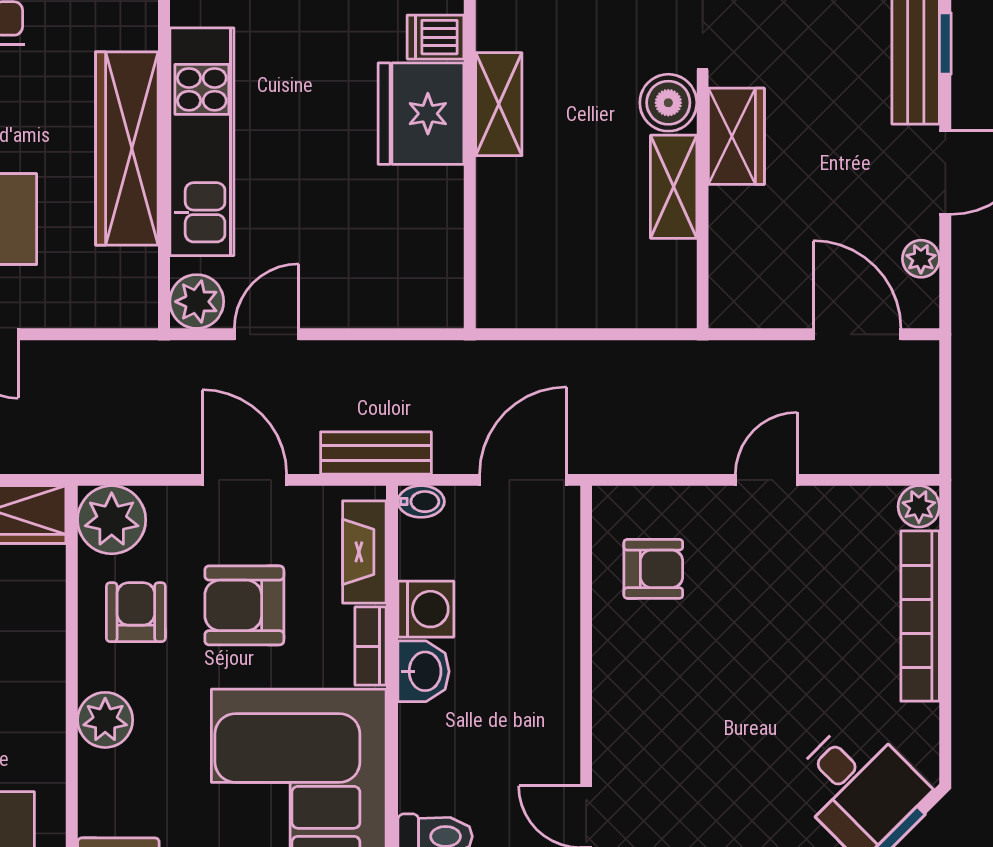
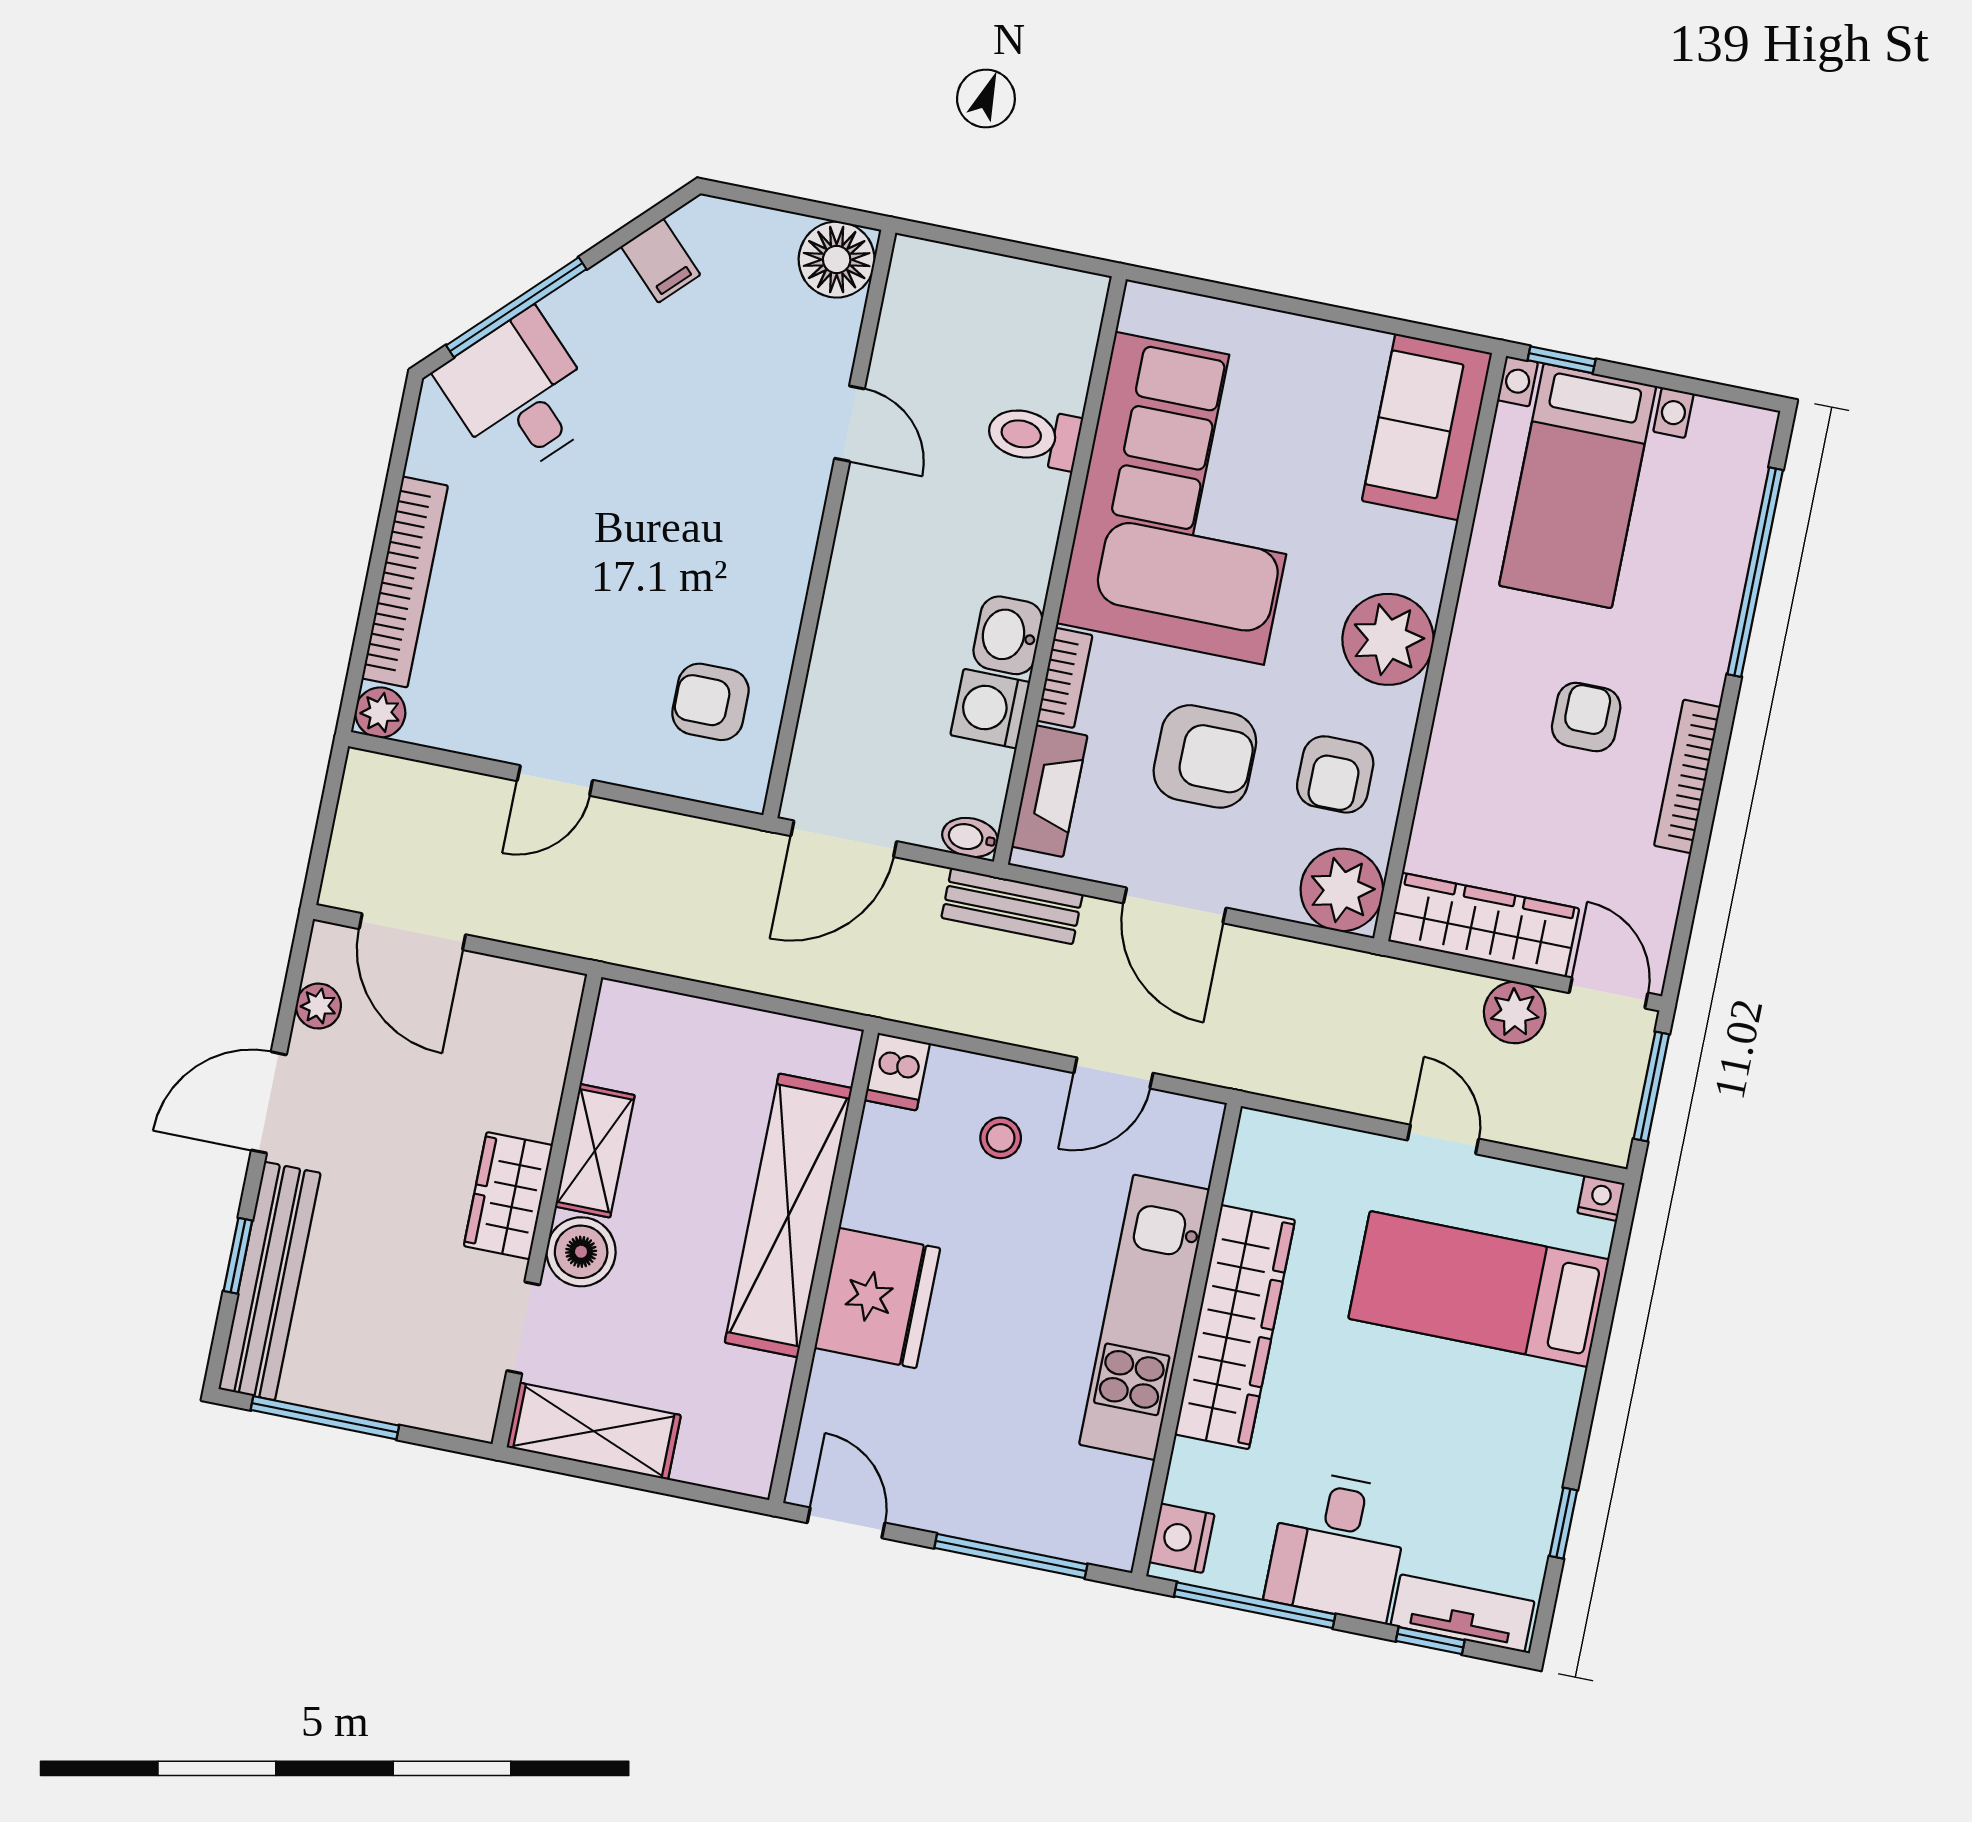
dishwasher: (436, 37) -> (897, 1072), moved, turned 90
shelving: (499, 104) -> (788, 1215), width x2.20, depth x1.33
stool: (347, 263) -> (1001, 1138), added
plant: (197, 302) -> (1189, 1129), removed
plant: (105, 720) -> (1388, 639), width x1.36, depth x1.36

